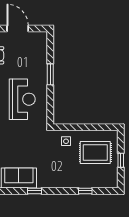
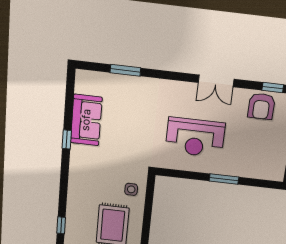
window: (85, 191) -> (61, 225), moved

